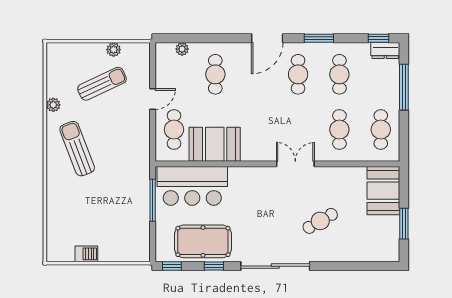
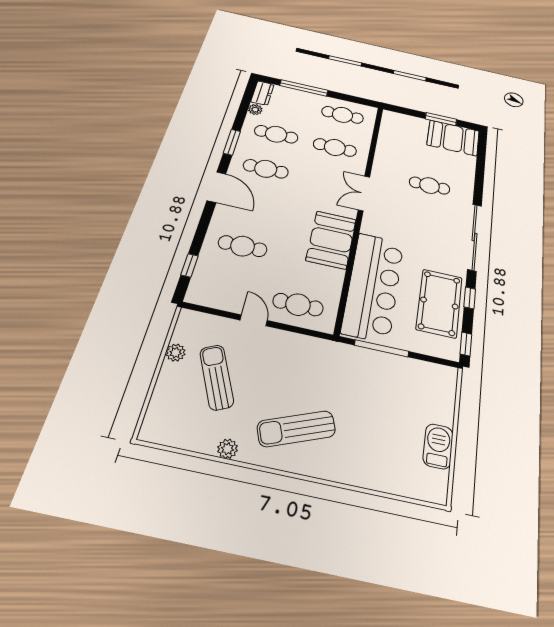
window: (378, 38) -> (189, 265), moved
plant: (182, 49) -> (255, 110), moved
booth: (215, 144) -> (331, 240), moved
bar counter: (192, 186) -> (373, 286), width x1.36
booth: (383, 191) -> (453, 138), moved
cafe table: (320, 221) -> (429, 186), turned -60
barbecue: (86, 254) -> (438, 446), width x1.38, depth x1.27

